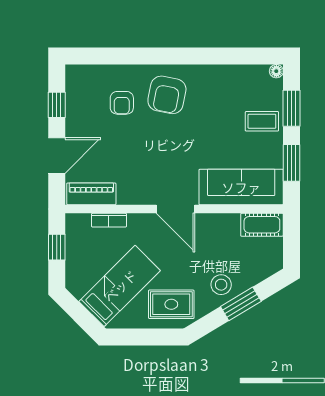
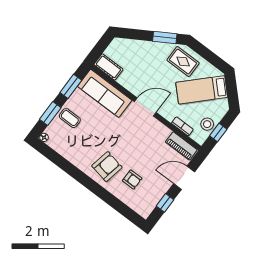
armchair: (122, 103) -> (132, 180), turned 90
door: (176, 209) -> (145, 107), hinge flipped
stool: (221, 285) -> (207, 124), moved
window: (241, 304) -> (165, 37), moved

